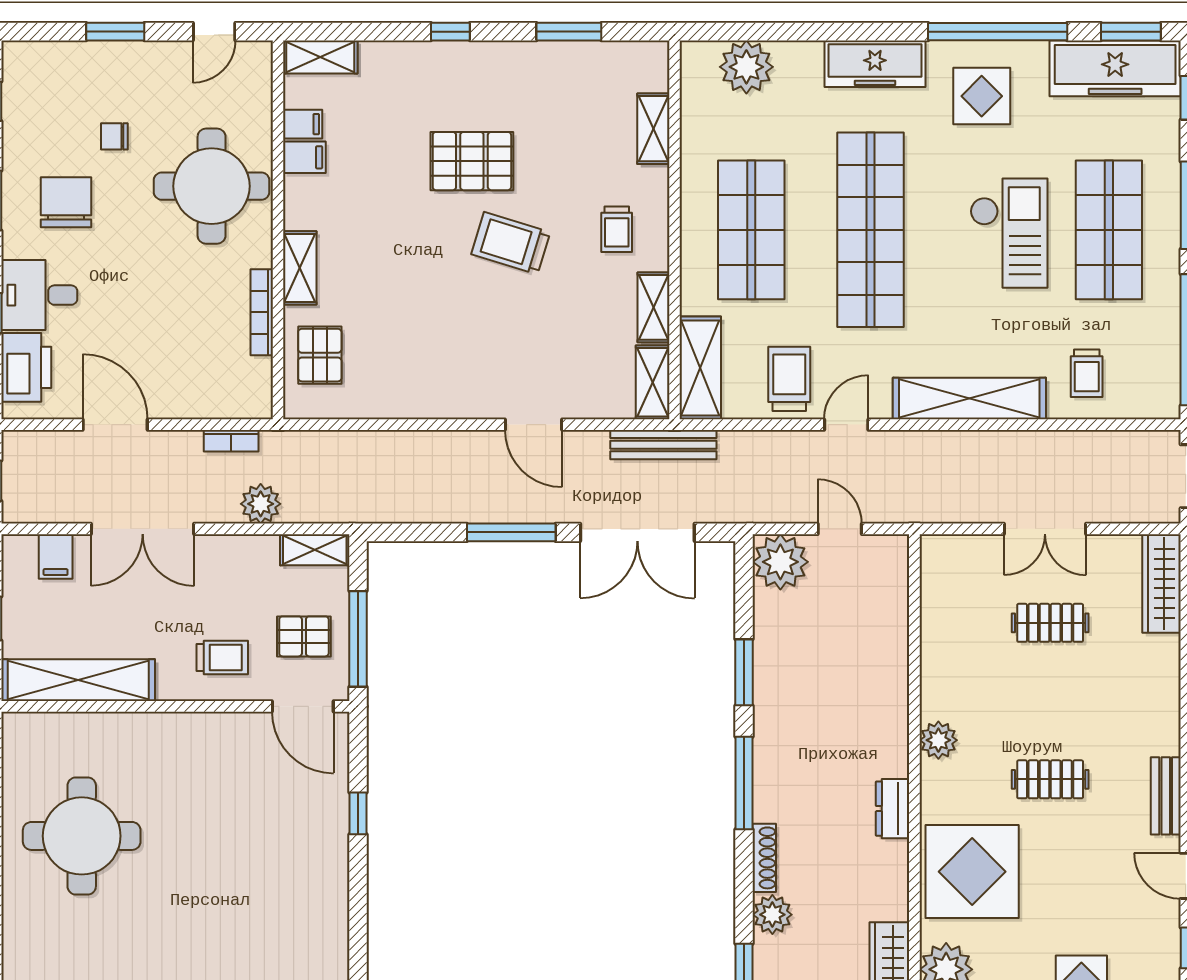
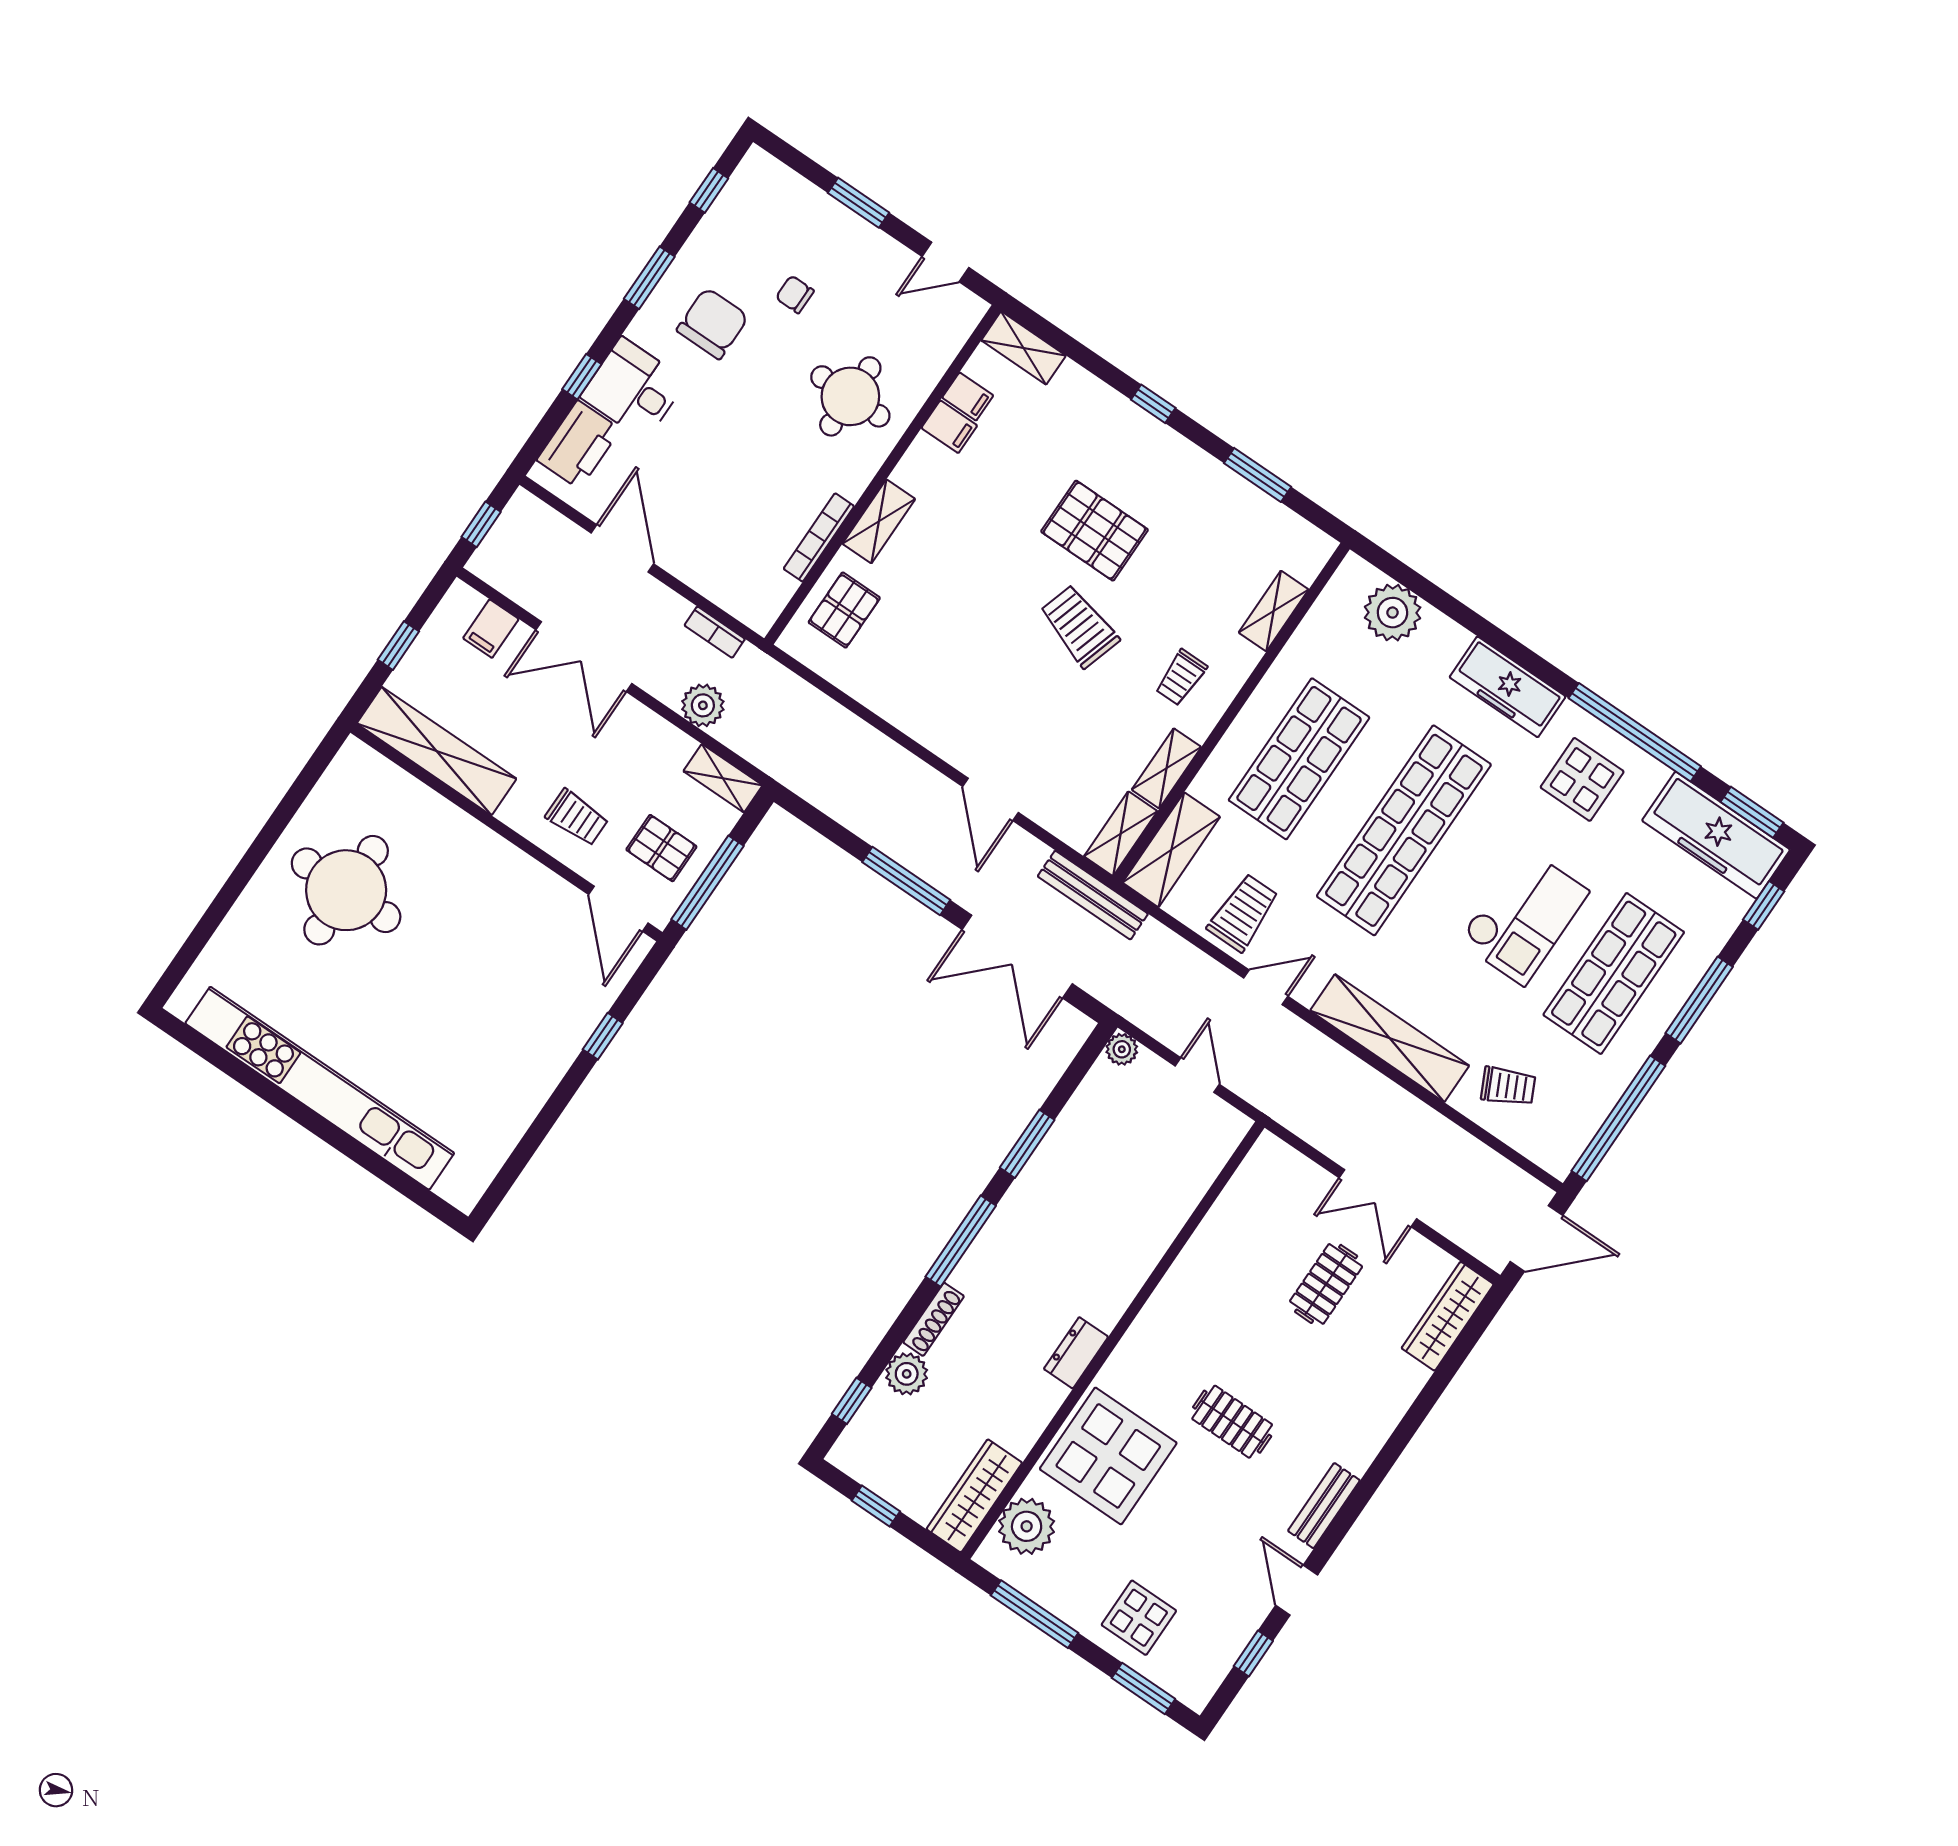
round table: (212, 186) -> (850, 396), width x0.73, depth x0.73
trolley: (1087, 373) -> (1508, 1086), turned -116
plant: (780, 562) -> (1122, 1049), width x0.53, depth x0.53
clothes rail: (1050, 623) -> (1326, 1284), turned 90
plant: (938, 740) -> (1157, 1320), removed

